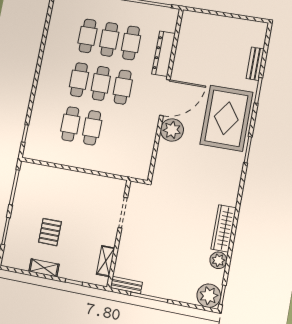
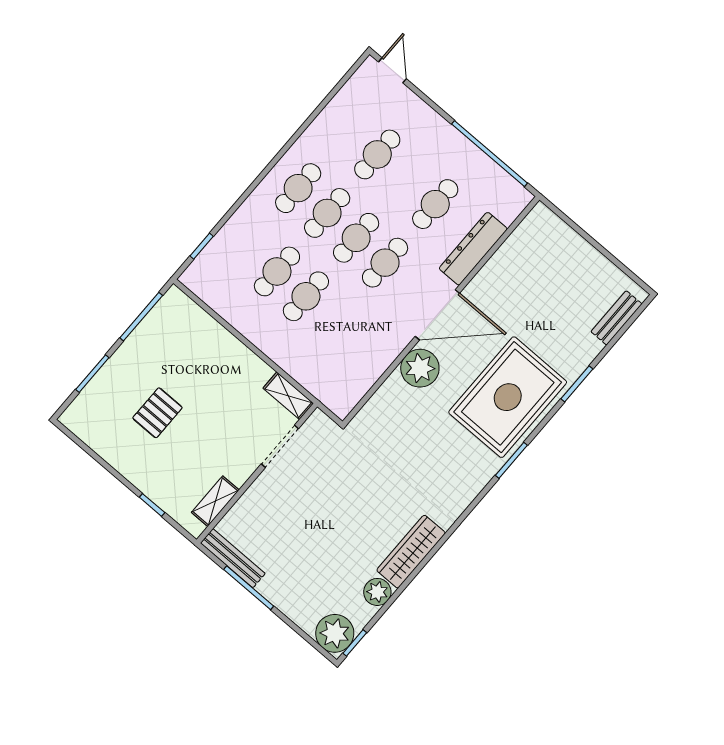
cafe table: (109, 39) -> (298, 188), moved
bench: (255, 64) -> (616, 318), moved
shelving: (44, 268) -> (288, 396), moved
bench: (126, 285) -> (233, 558), width x1.36

